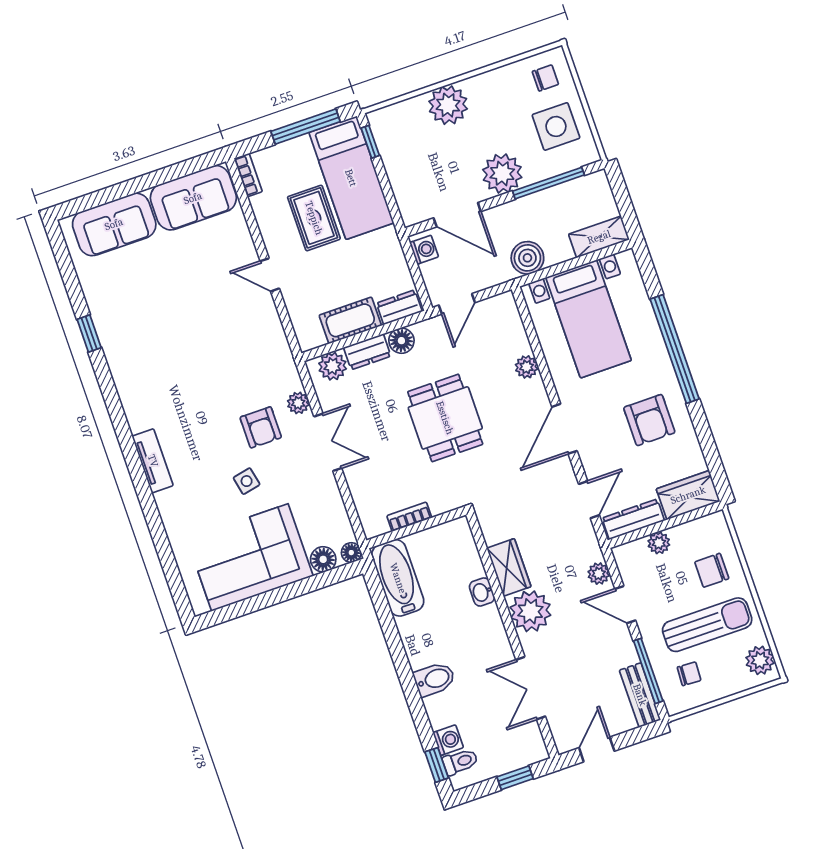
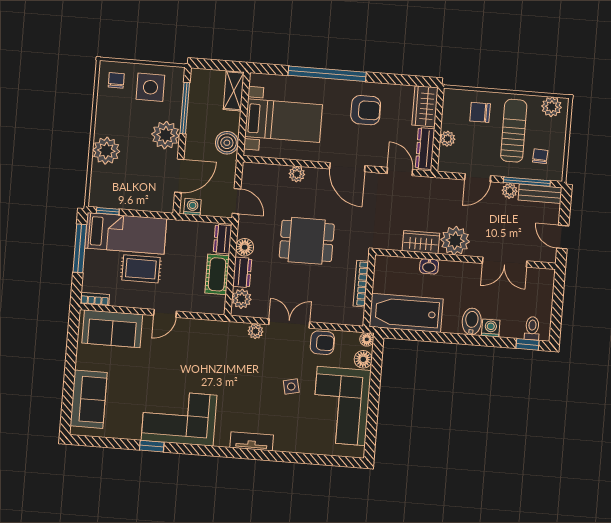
sofa: (193, 198) -> (112, 329), moved, turned 90
corner sofa: (142, 353) -> (179, 418), added
armchair: (261, 427) -> (322, 343), moved
bookcase: (409, 517) -> (361, 284), width x1.56
chair: (712, 570) -> (480, 112), turned 90
plant: (599, 574) -> (510, 191), moved
bathtub: (398, 578) -> (406, 313), width x1.36, depth x1.36
washing machine: (448, 740) -> (491, 328), moved
window: (515, 778) -> (558, 298), removed

